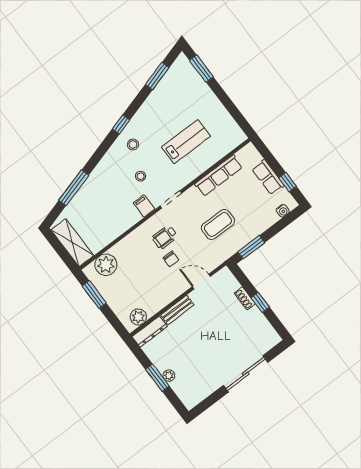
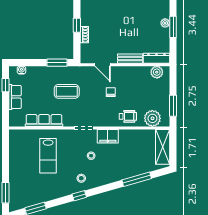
lab bench: (186, 142) -> (48, 156), turned -90
filing cabinet: (144, 206) -> (108, 136), width x2.00
wheelchair: (165, 237) -> (128, 116), moved

